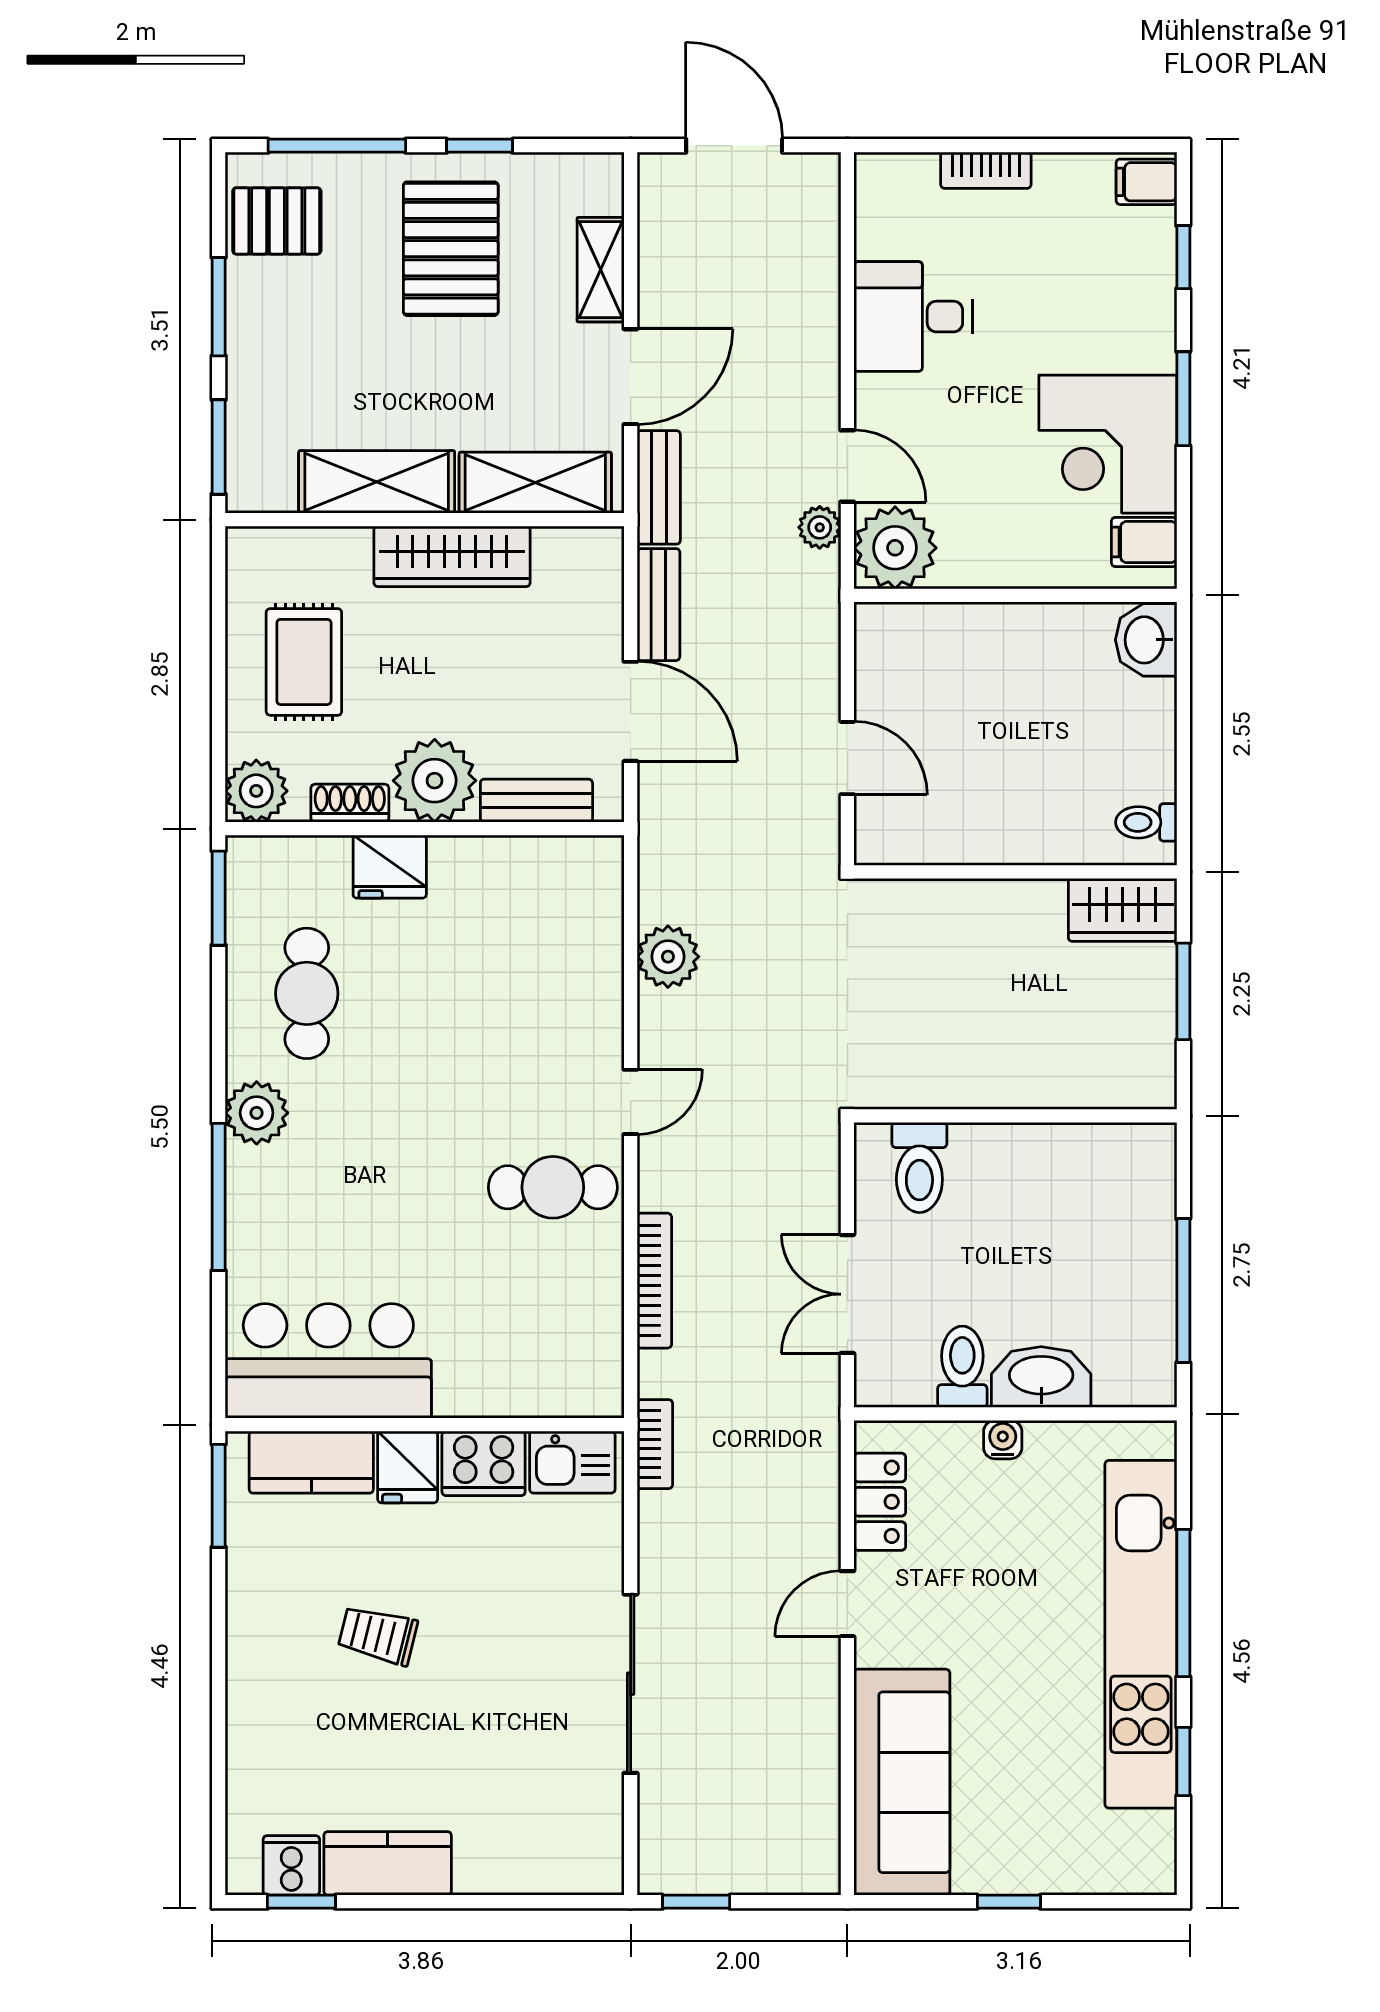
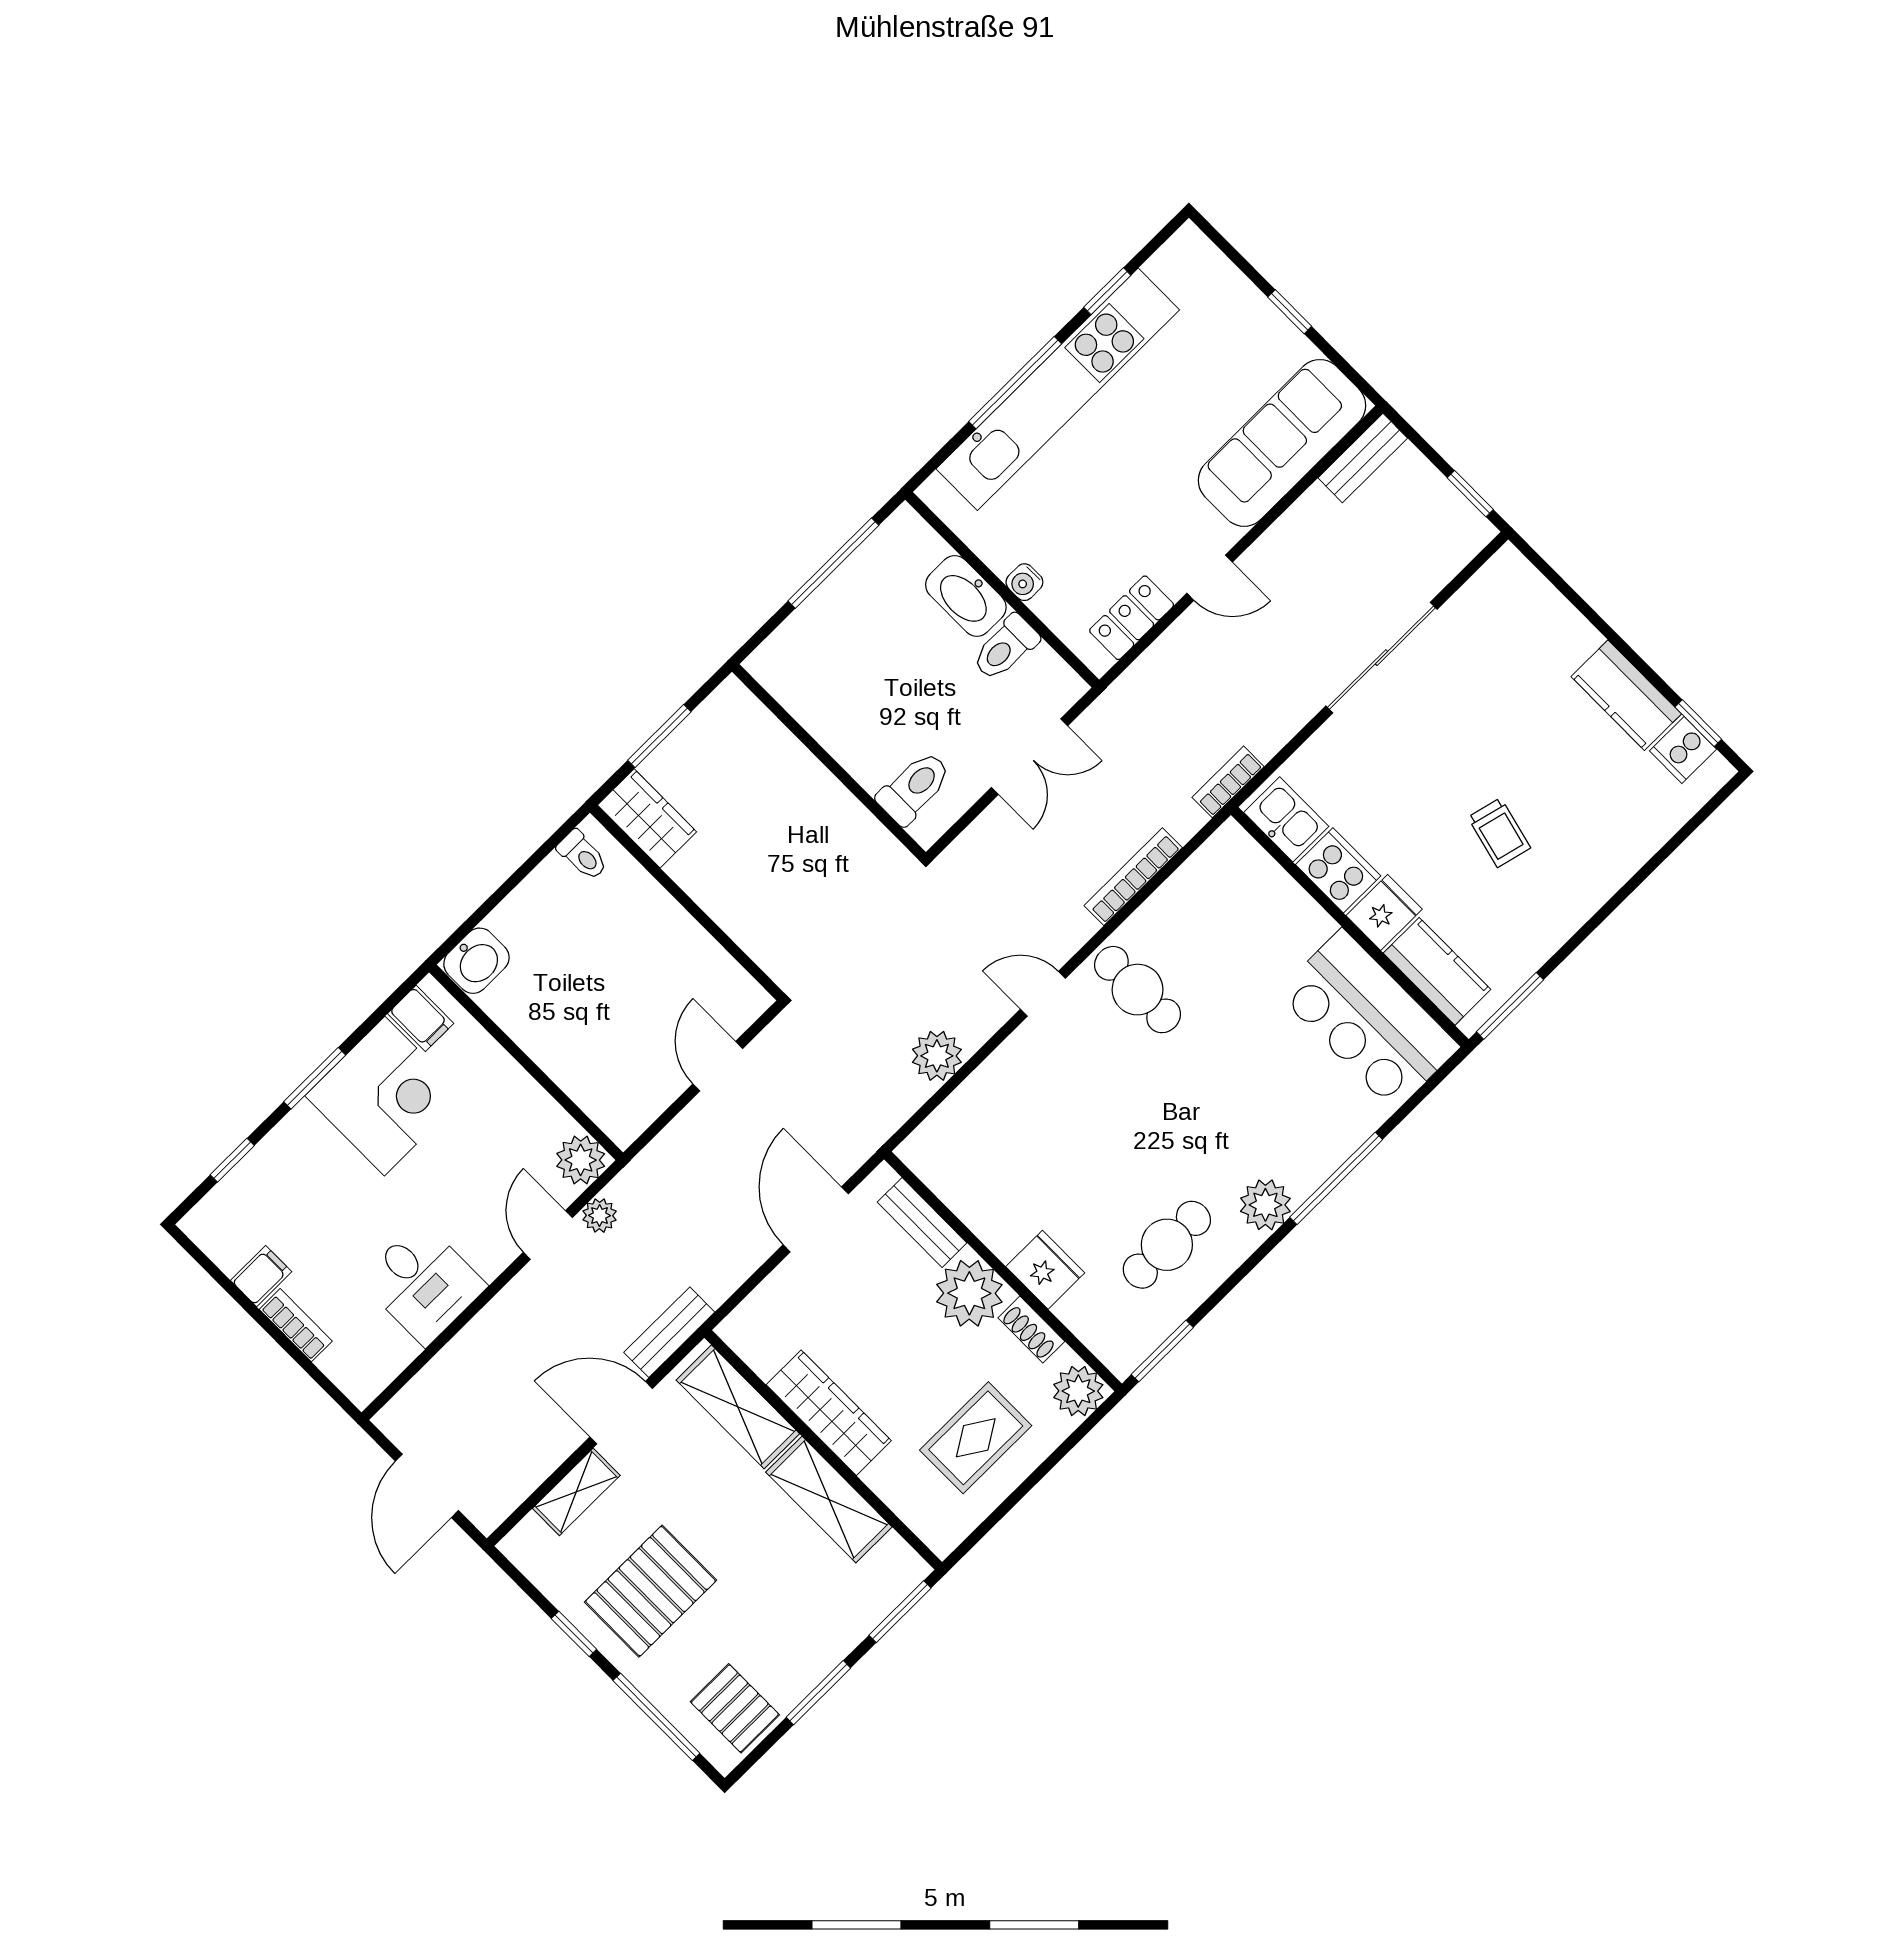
filing cabinet: (1147, 182) -> (261, 1276), moved, turned -90
plant: (895, 548) -> (581, 1160), width x0.73, depth x0.73
bench: (658, 605) -> (1363, 458), moved

